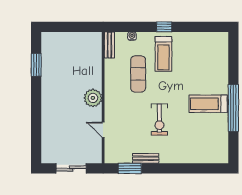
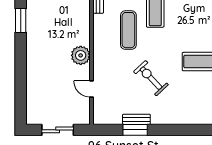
exercise bike: (159, 119) -> (151, 78), turned 137
window: (130, 168) -> (135, 130), moved

